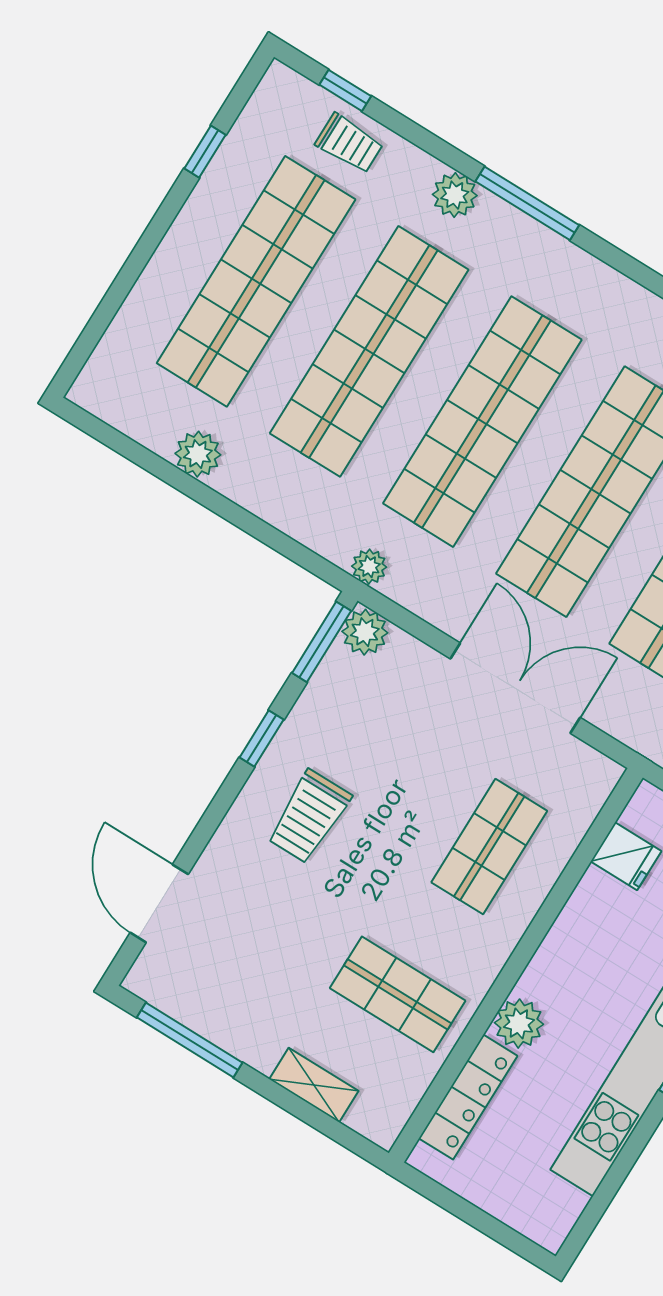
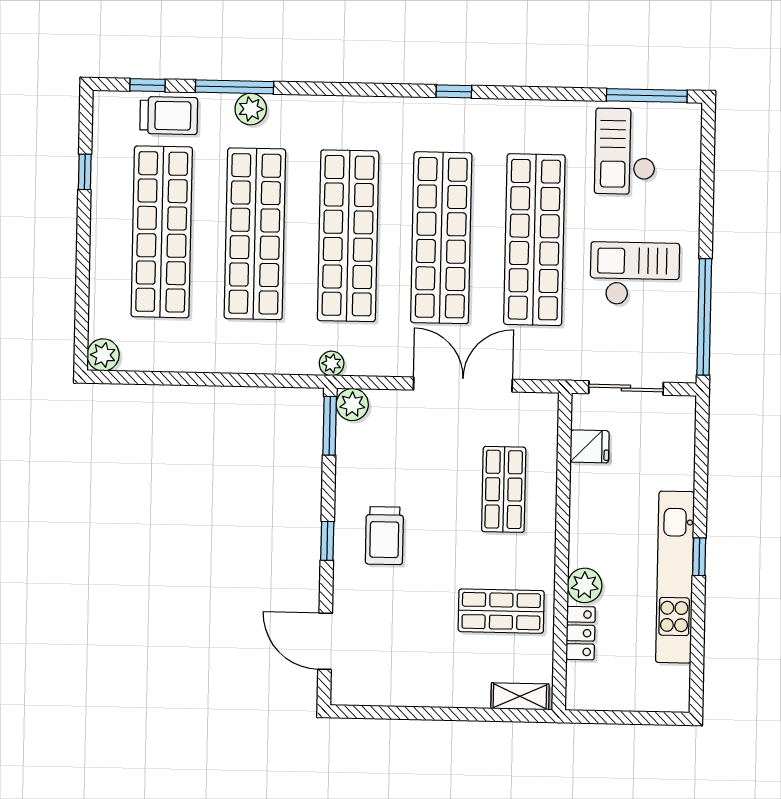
trolley: (349, 143) -> (169, 116), width x1.36, depth x1.39
window: (527, 203) -> (234, 87), moved
plant: (198, 454) -> (103, 355), moved
window: (262, 739) -> (327, 541), moved
window: (190, 1040) -> (392, 713), removed
shelving: (314, 1085) -> (520, 696), moved
locker: (468, 1097) -> (581, 633), width x0.66

